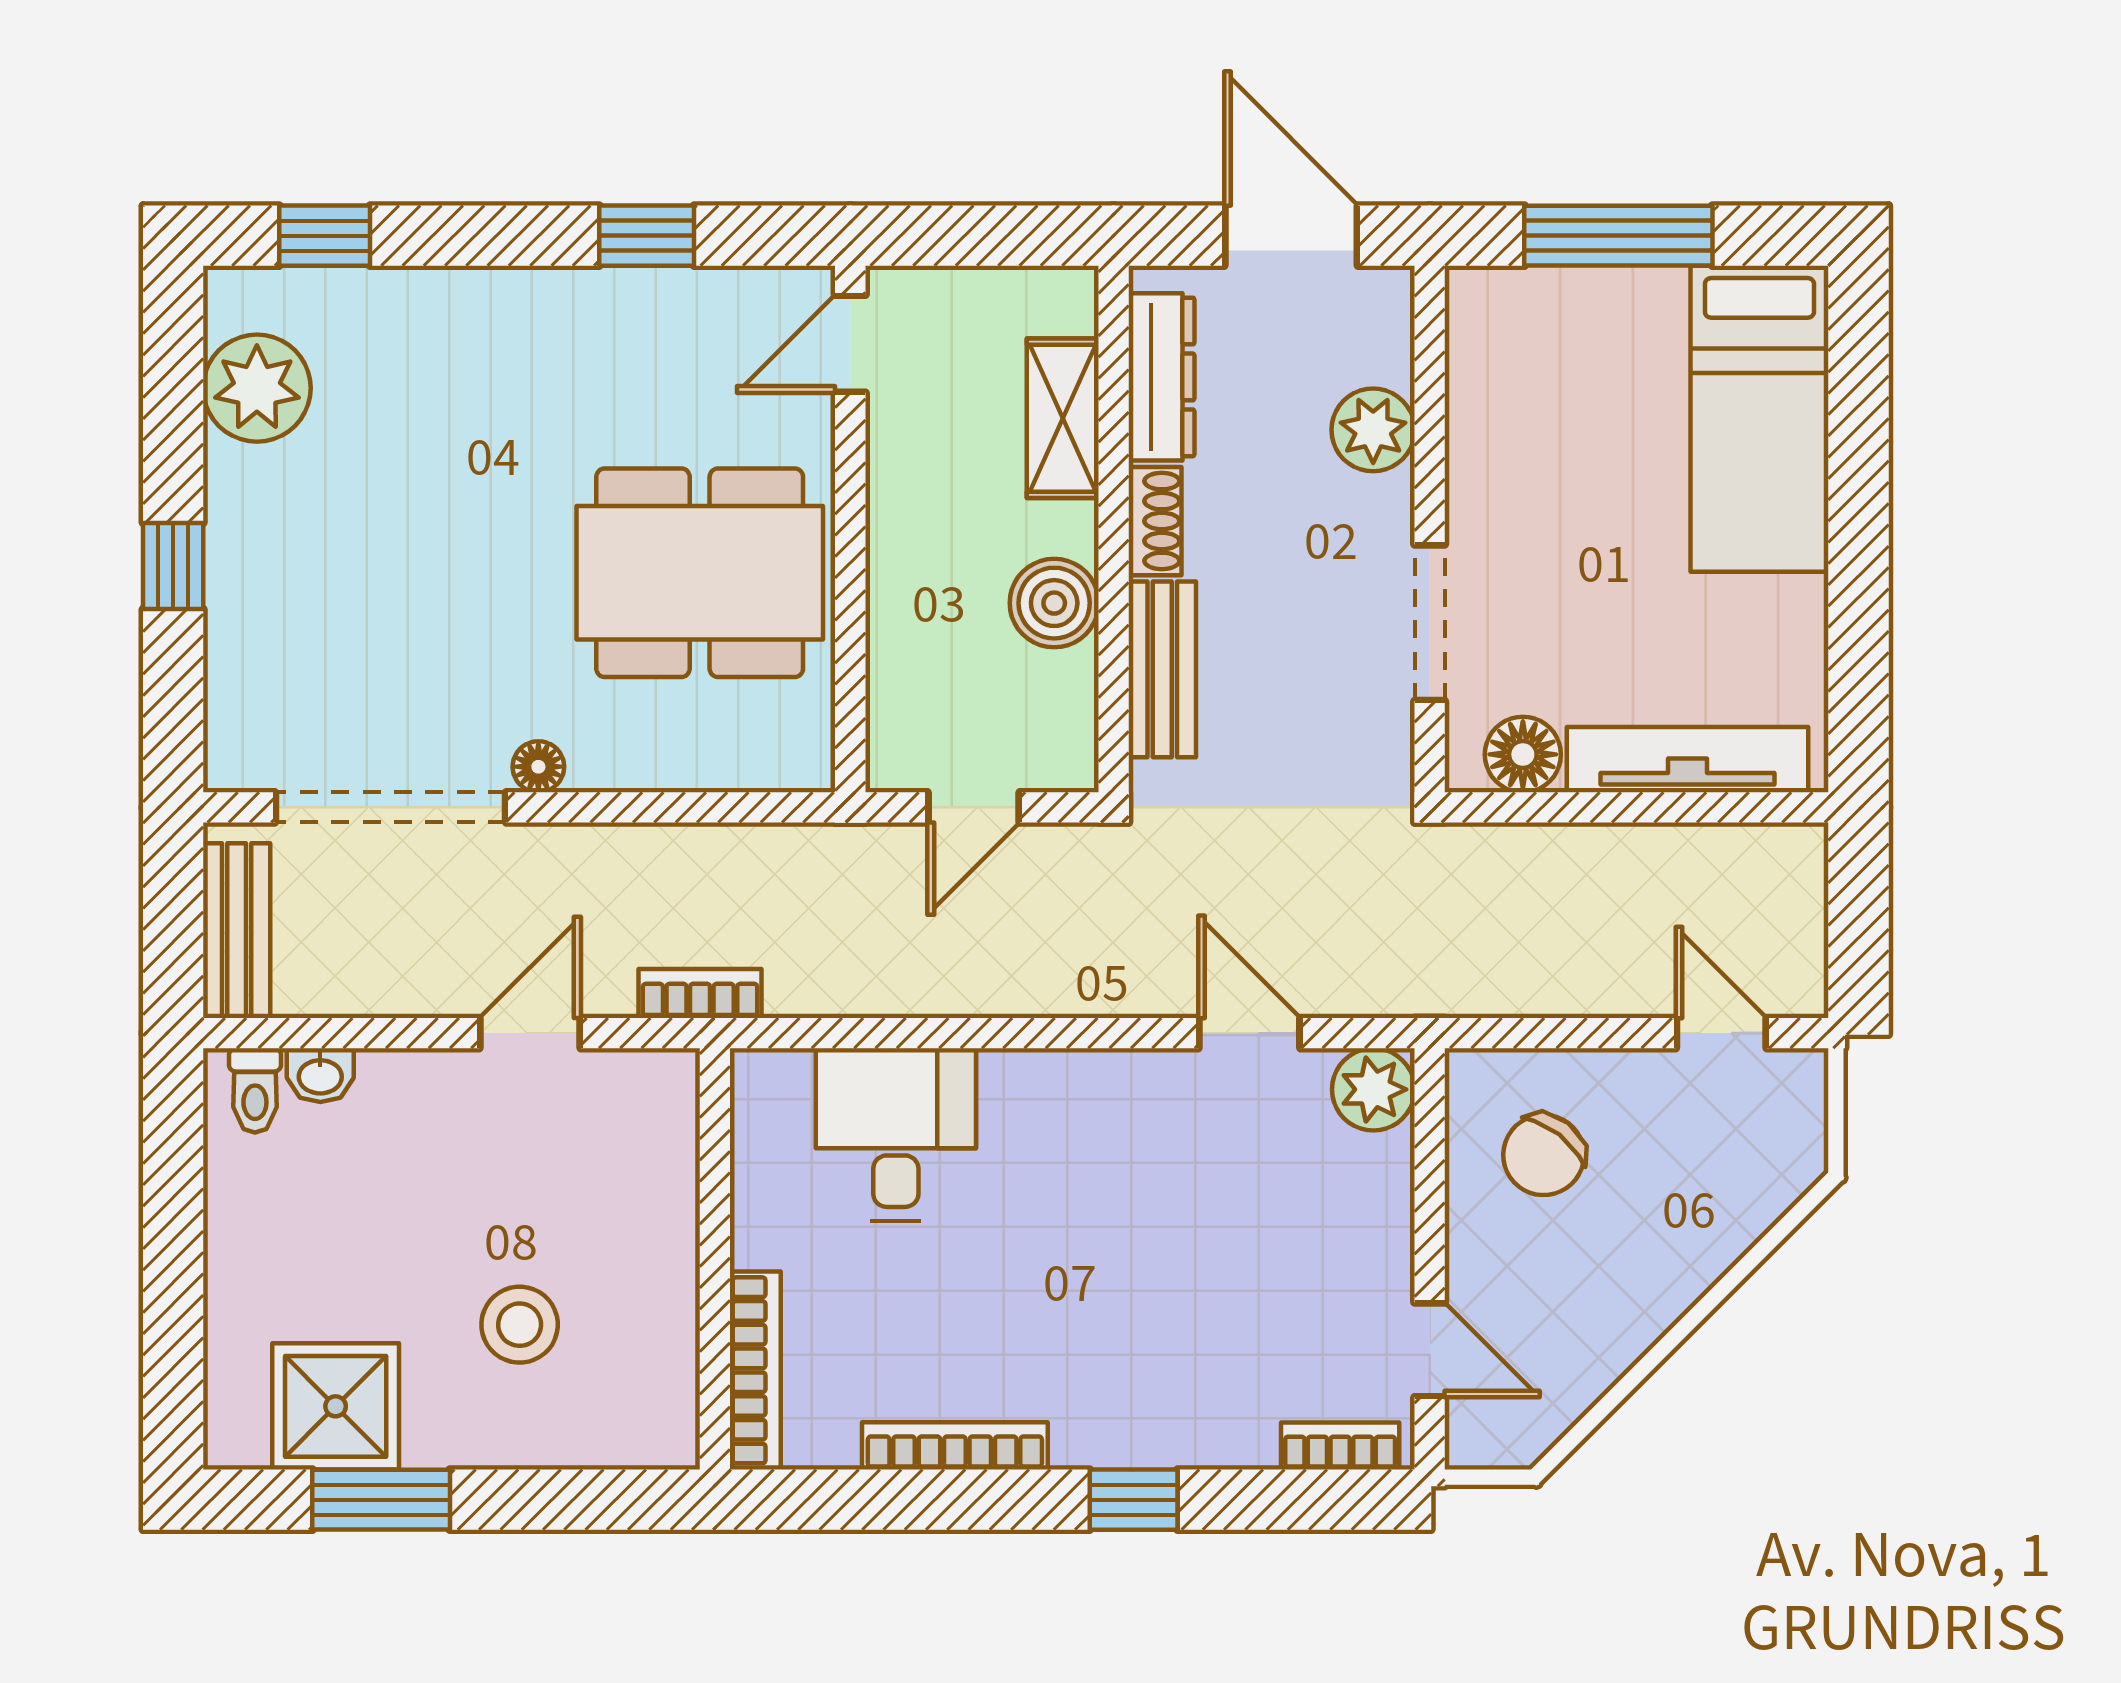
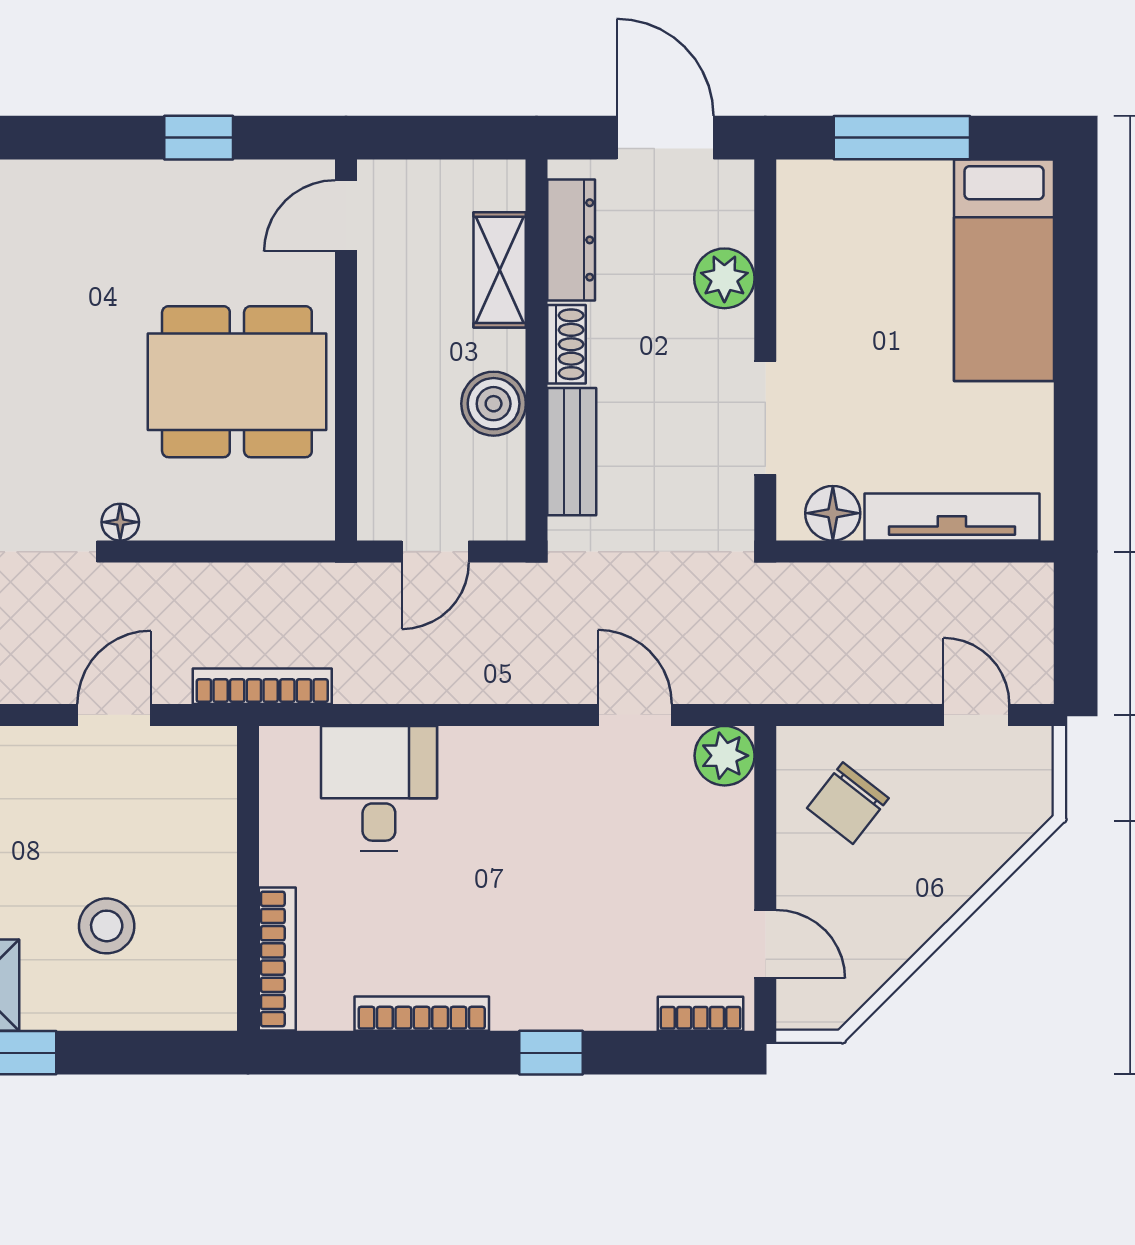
bookcase: (700, 994) -> (262, 686), width x1.56

